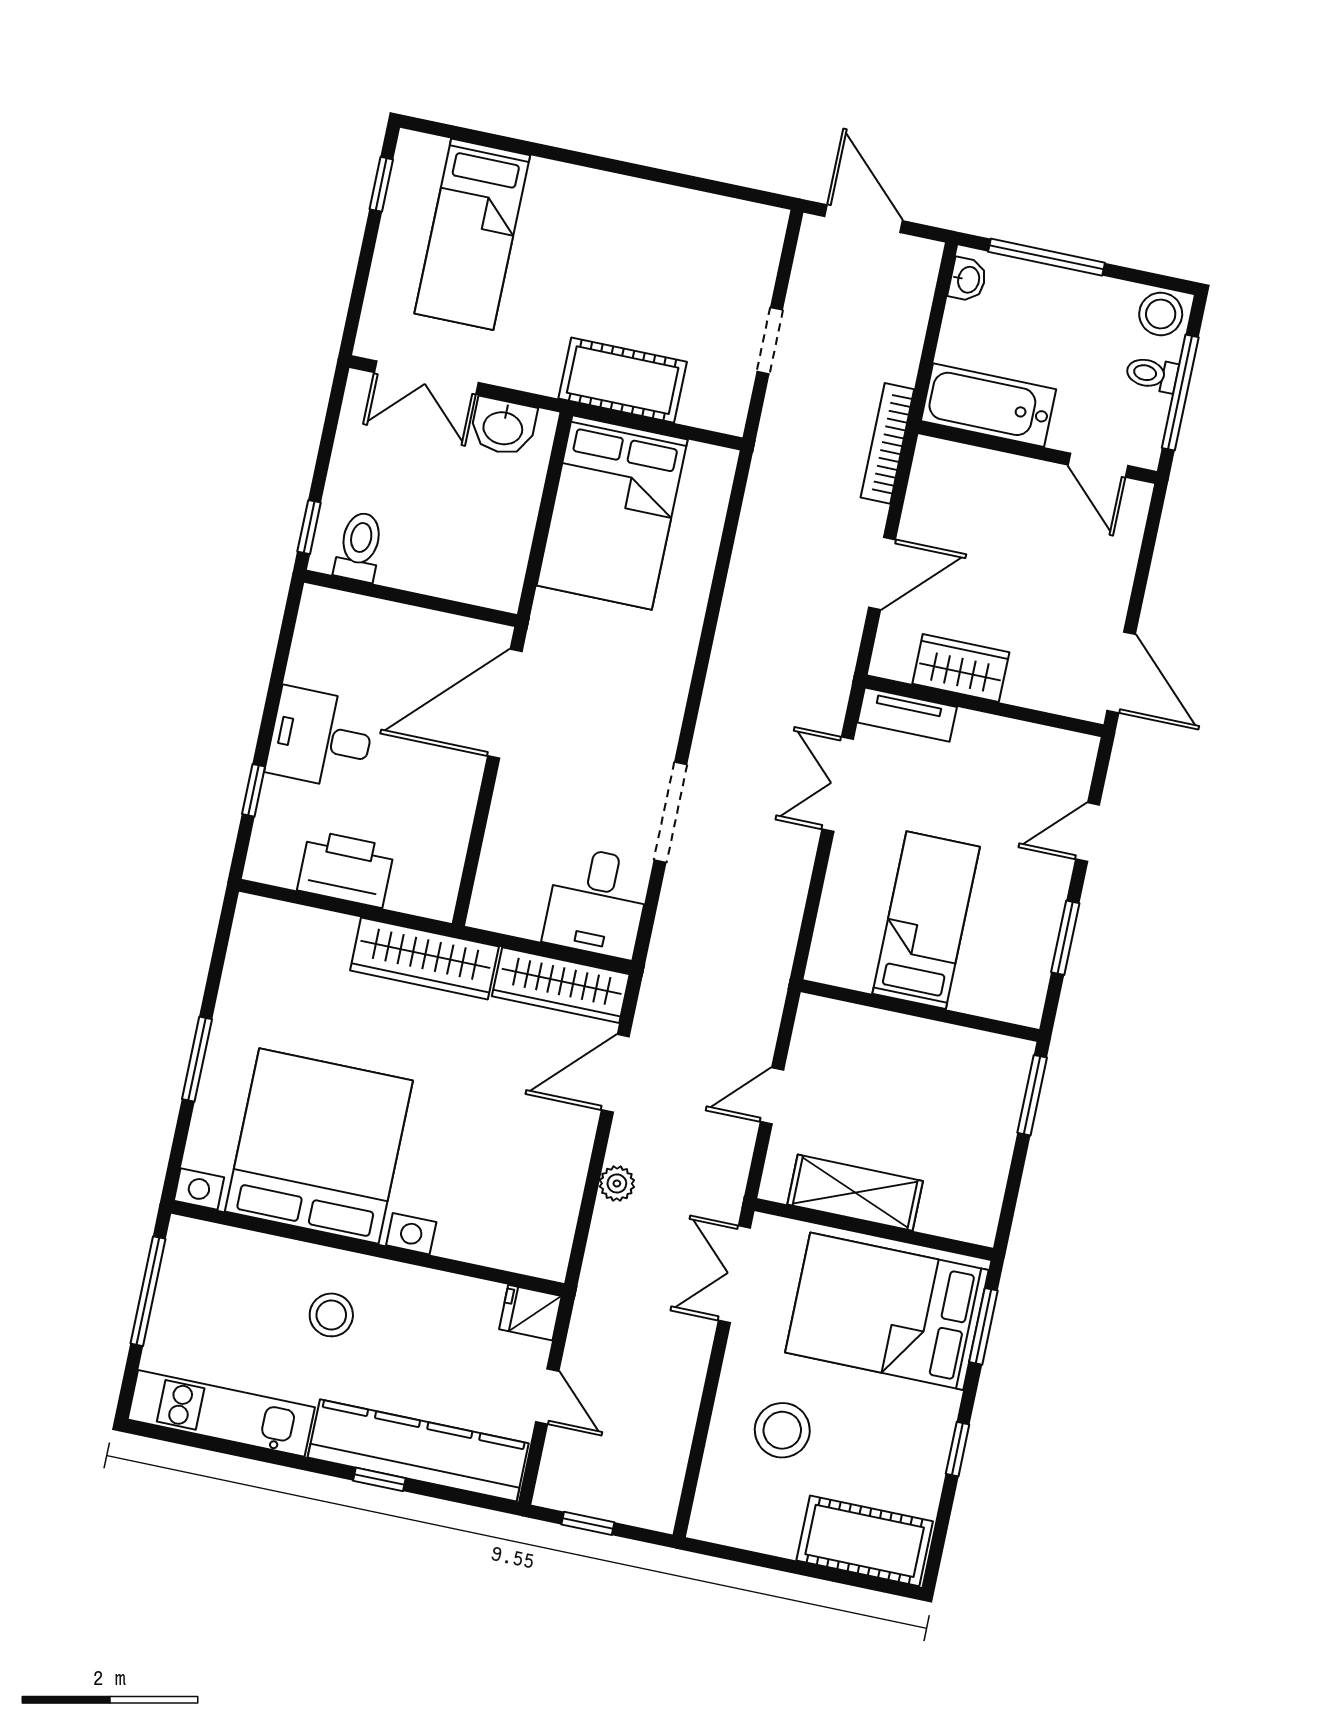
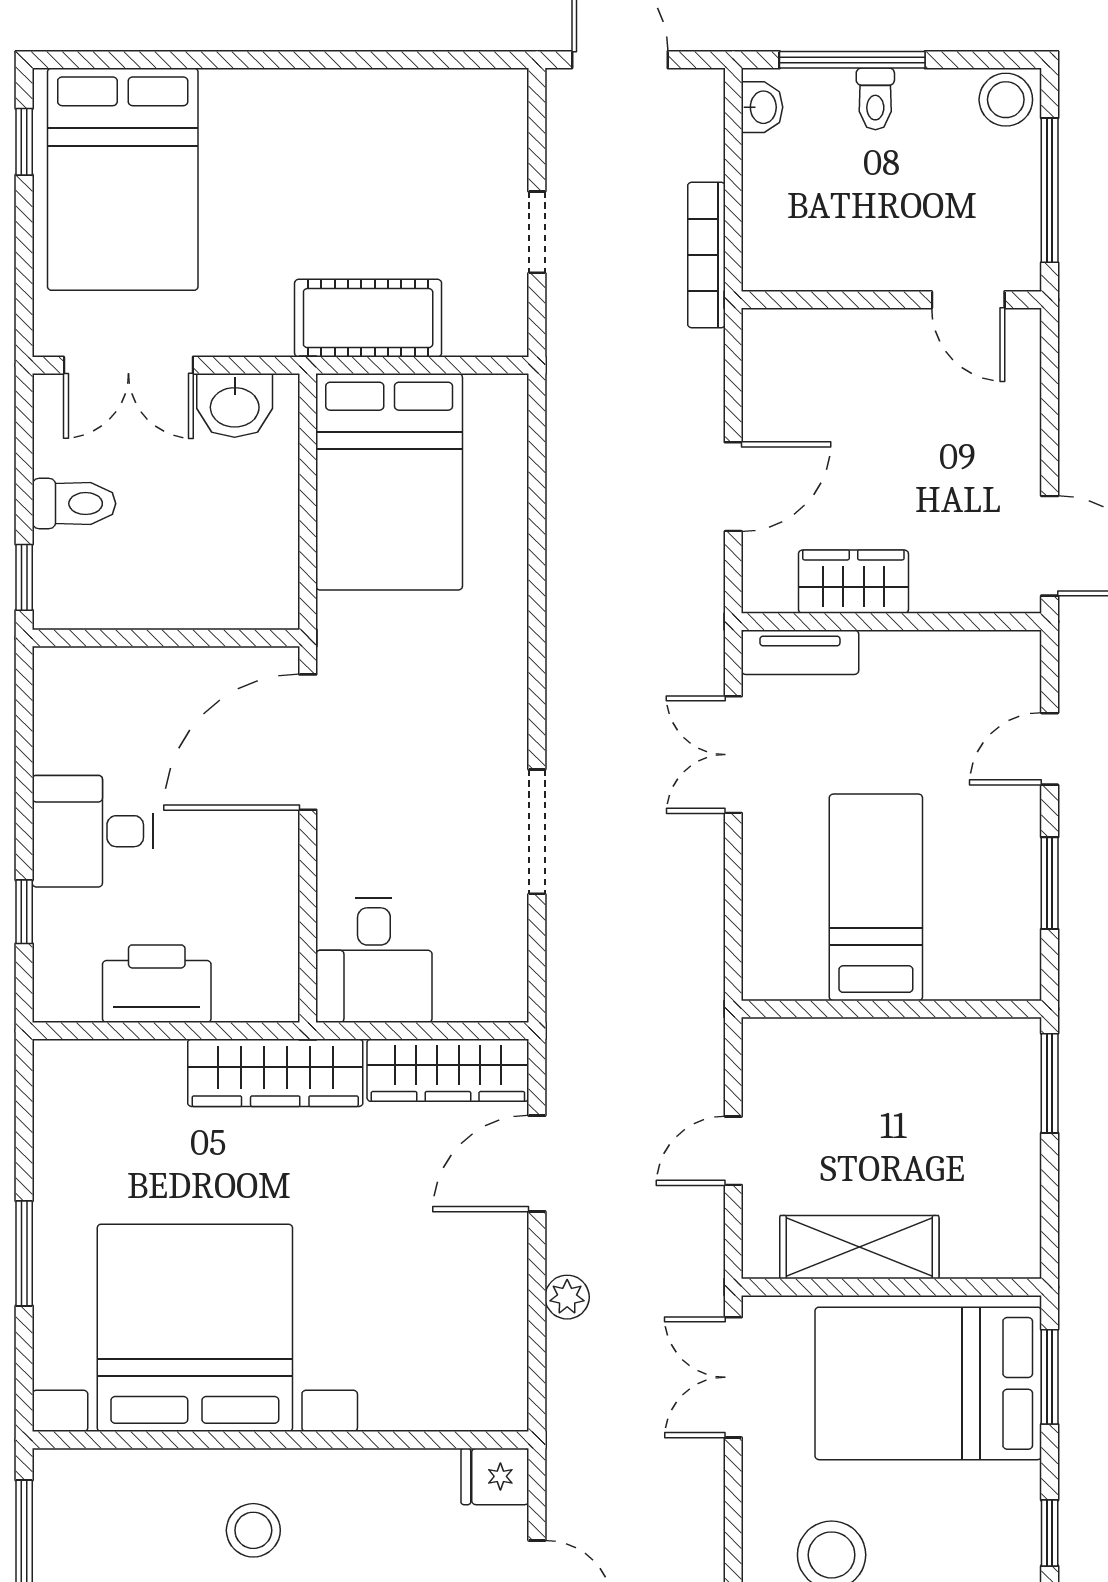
bed: (472, 234) -> (123, 179), width x1.50
toilet: (1152, 374) -> (875, 99), moved, turned -90
bathtub: (989, 405) -> (820, 255), removed
bookcase: (887, 443) -> (706, 255), moved
toilet: (359, 547) -> (74, 504), moved, turned 90
desk: (597, 902) -> (374, 960), moved

